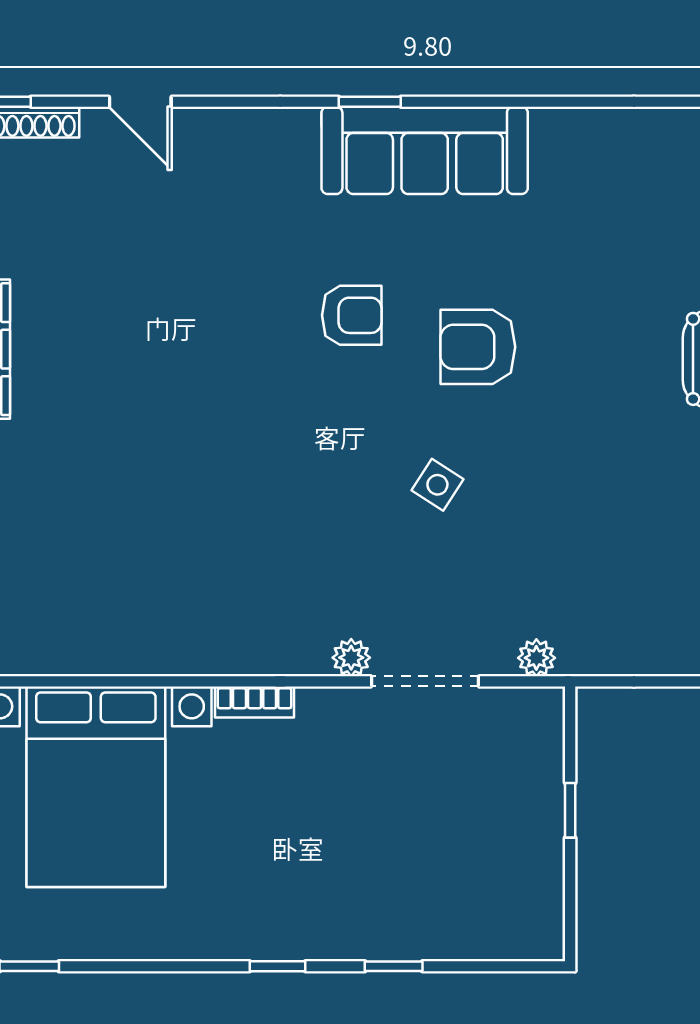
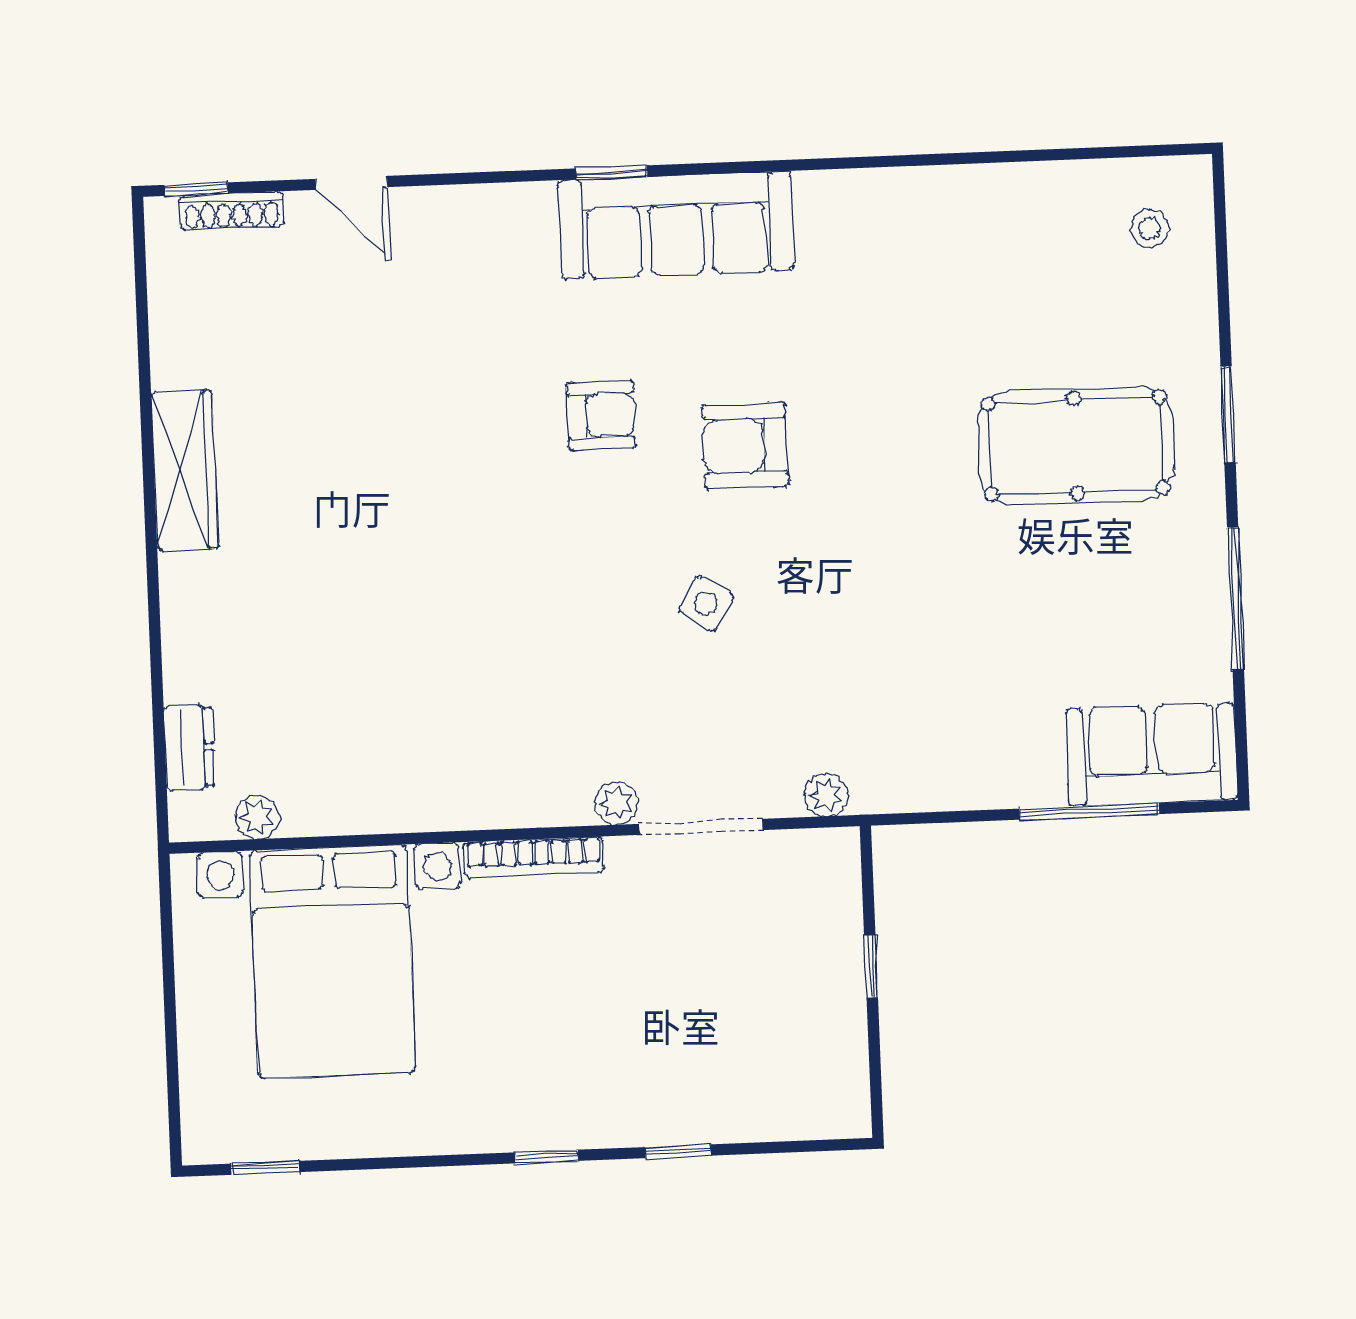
plant: (35, 657) -> (257, 817), added
bookcase: (255, 702) -> (534, 857), width x1.56

